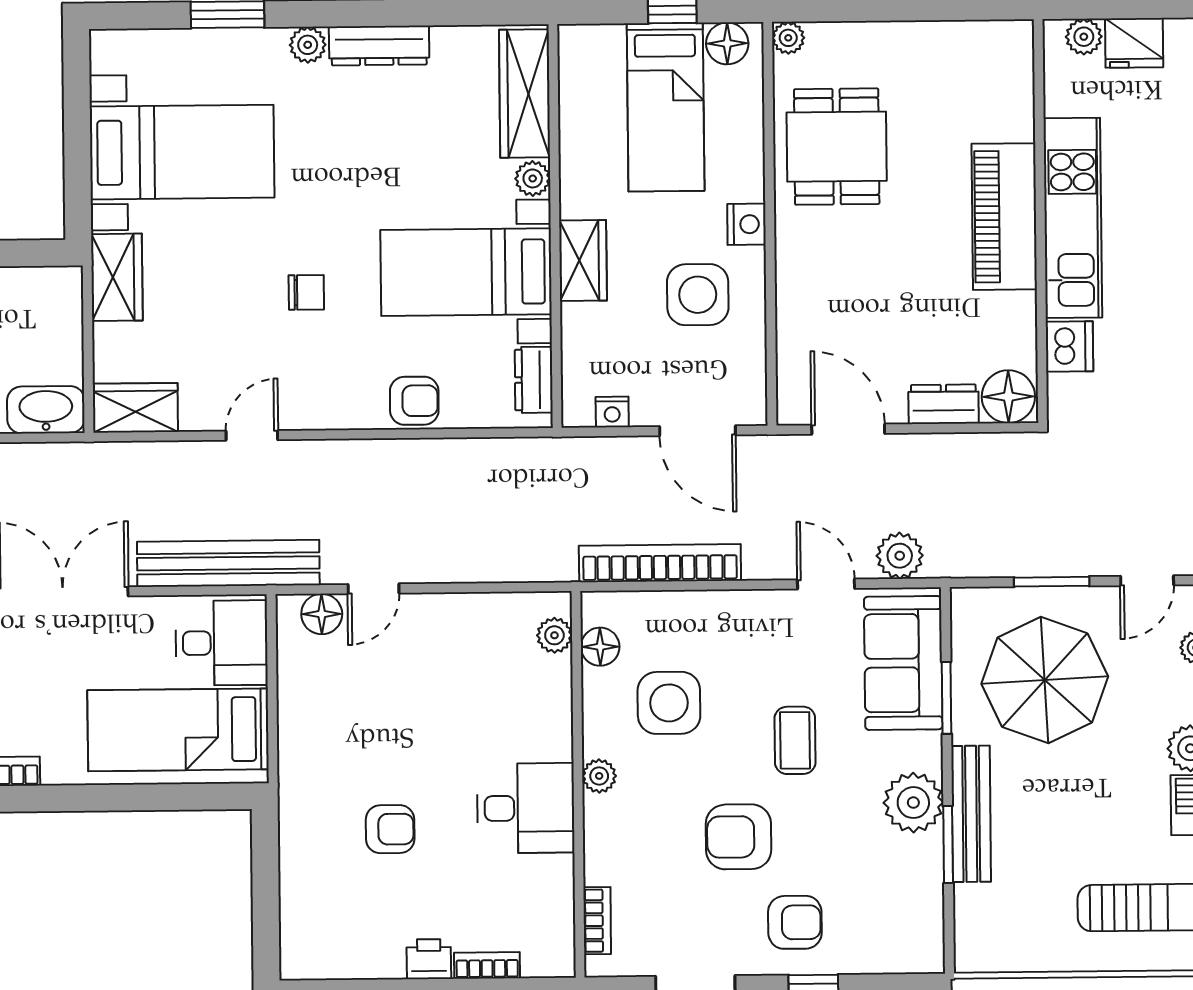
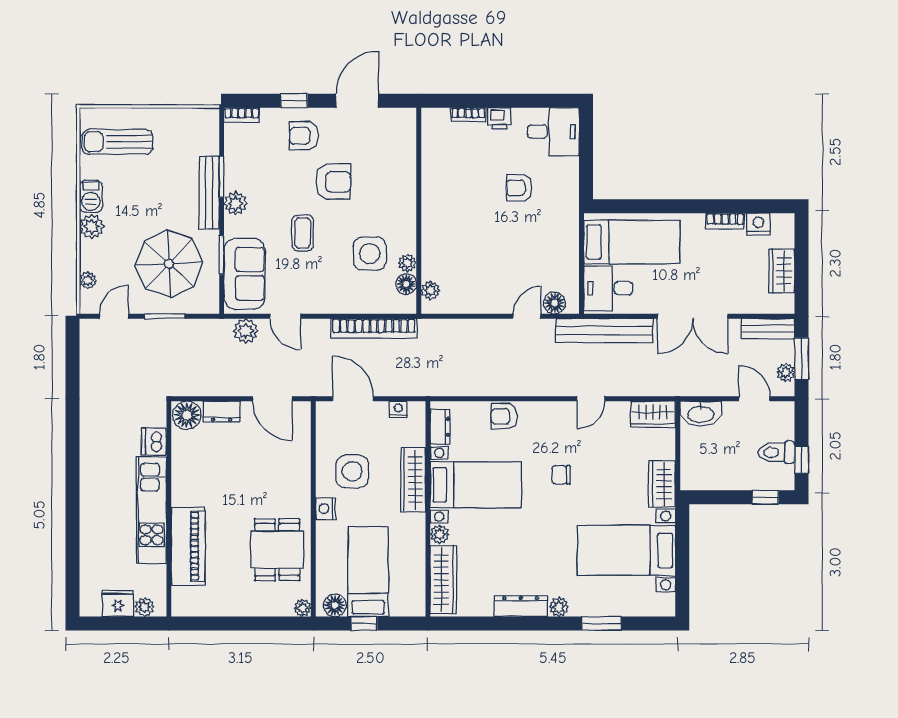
piano: (1004, 217) -> (188, 546), moved
wardrobe: (583, 261) -> (413, 479), width x1.50
plant: (599, 776) -> (407, 263), moved
plant: (913, 803) -> (236, 203), width x0.73, depth x0.73
desk: (526, 808) -> (553, 132), moved, turned 180
bookcase: (597, 921) -> (242, 115), moved, turned -90

